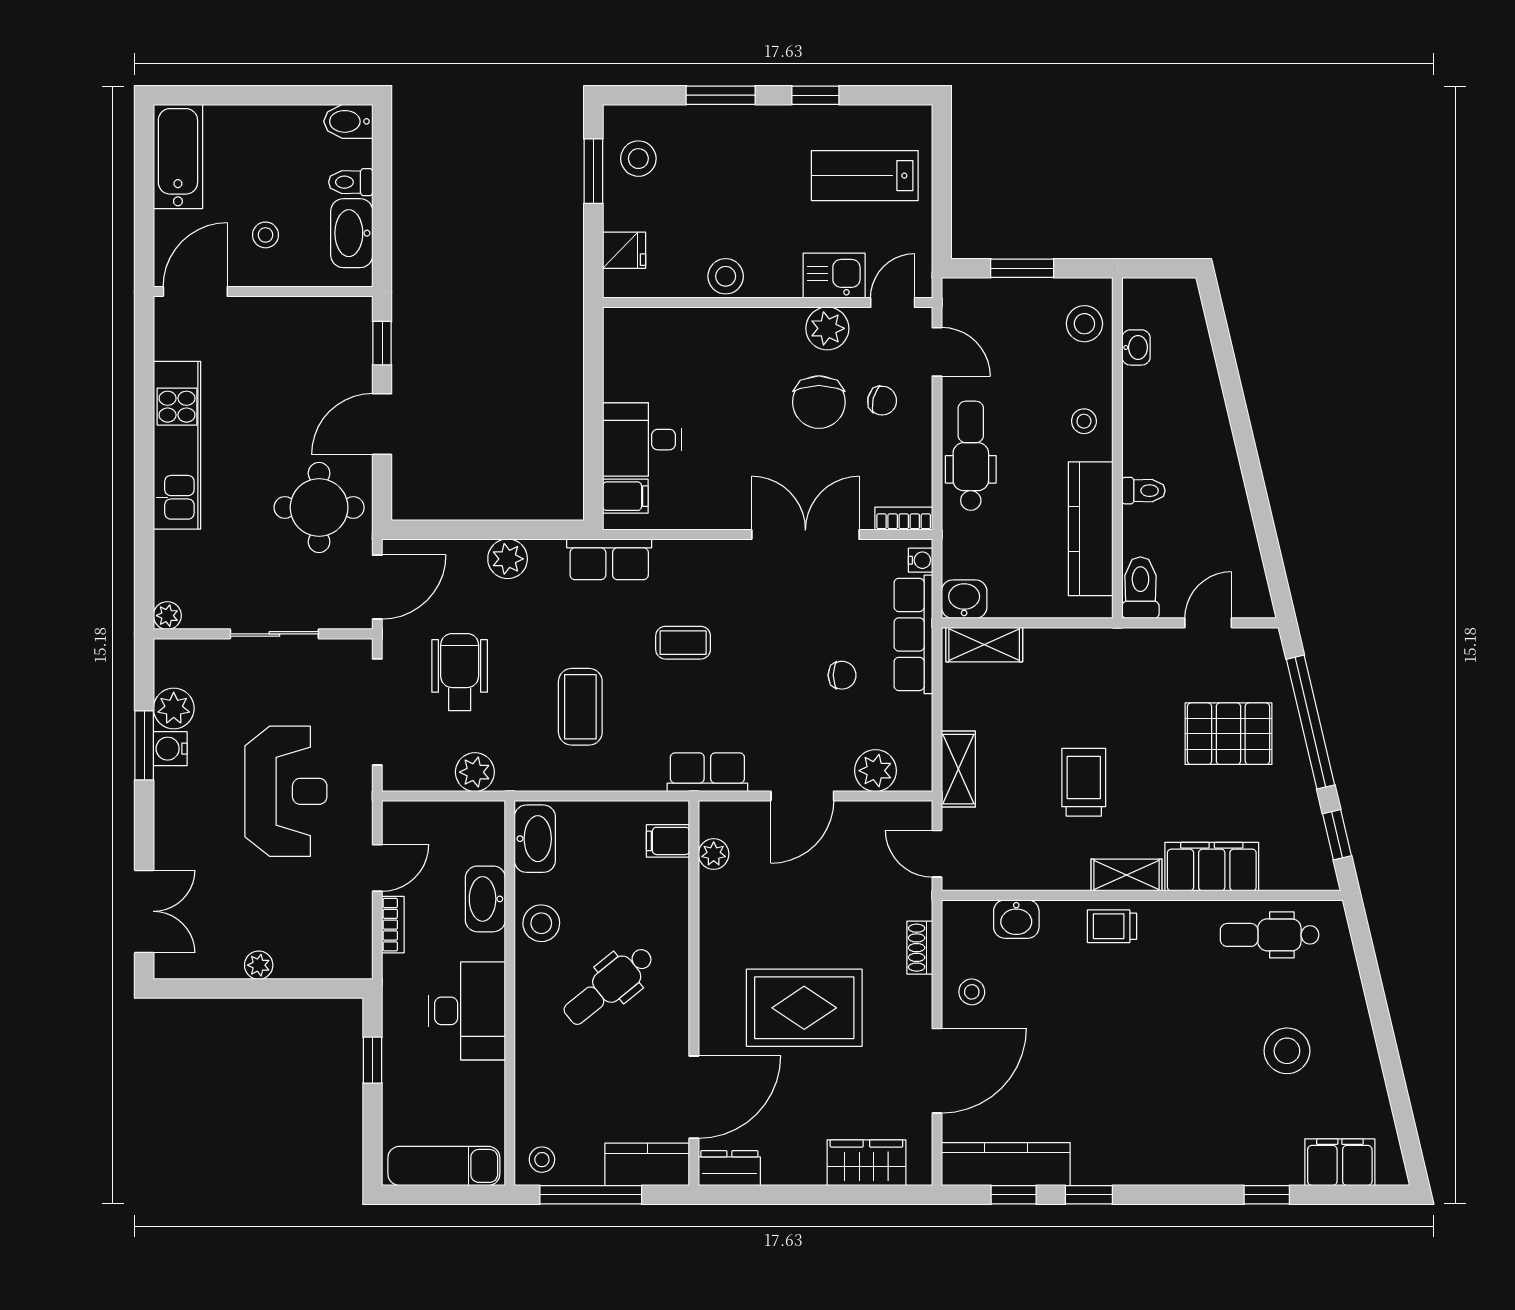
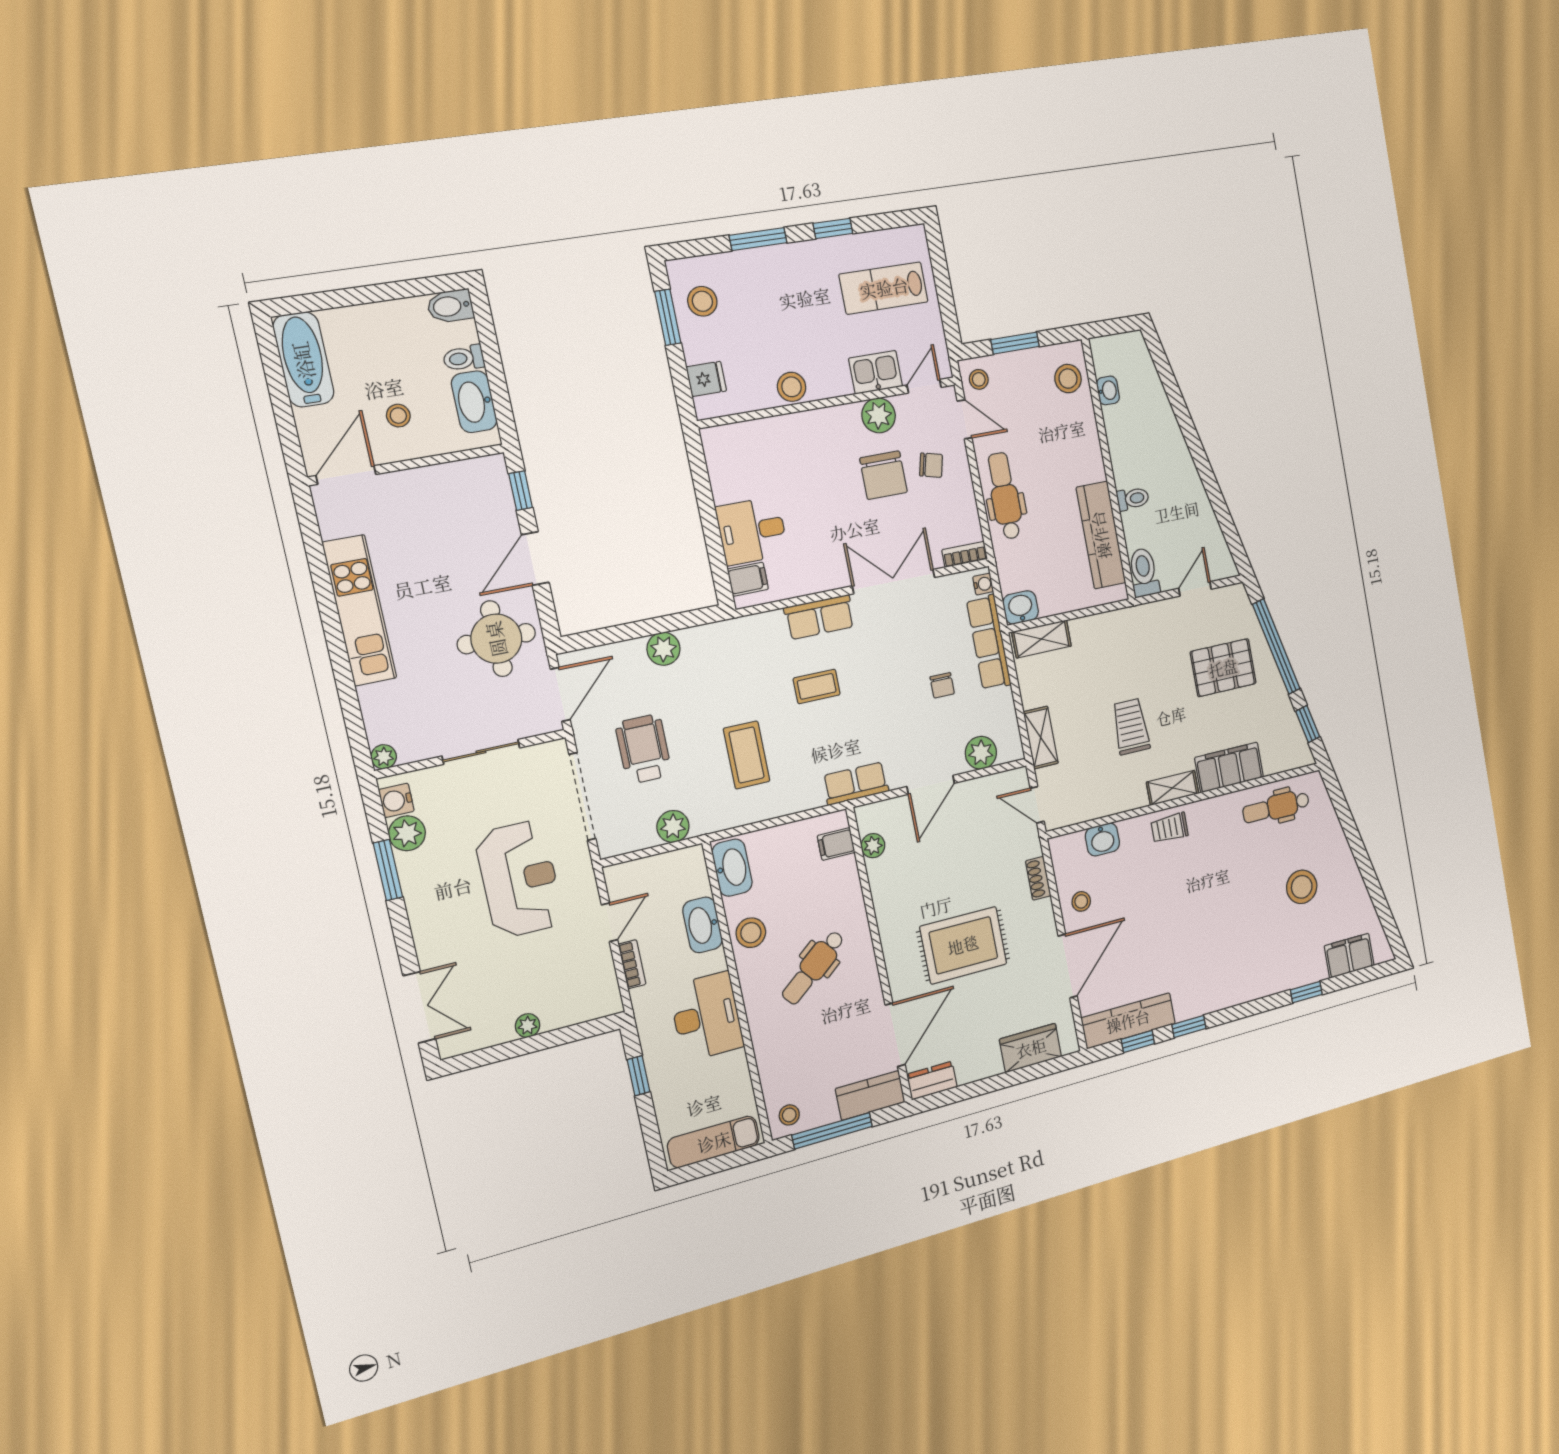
stool: (1084, 421) -> (979, 379), moved
row of seats: (609, 559) -> (819, 617), moved
chair: (842, 675) -> (942, 685), turned 90
water cooler: (170, 749) -> (396, 800), moved

